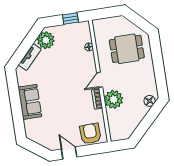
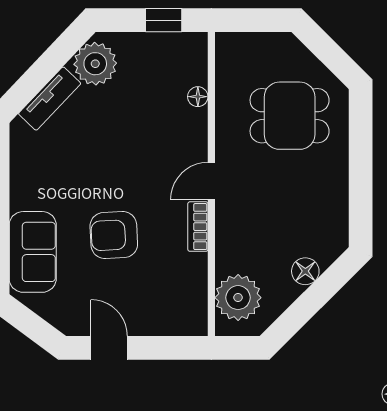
plant: (114, 99) -> (238, 298), moved
floor lamp: (150, 101) -> (305, 271), moved
sofa: (30, 102) -> (33, 252), moved
armchair: (90, 134) -> (114, 235), moved, turned -91

